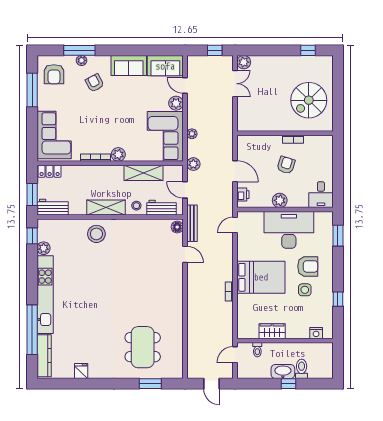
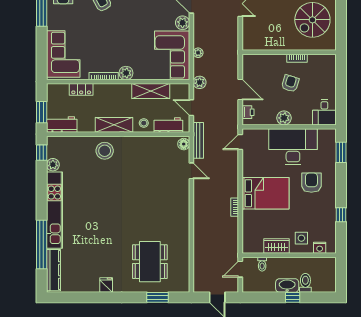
locker: (50, 171) -> (81, 89), moved
armchair: (308, 266) -> (311, 183), turned -90
side table: (305, 290) -> (301, 238), moved
fridge: (81, 371) -> (106, 285), moved

